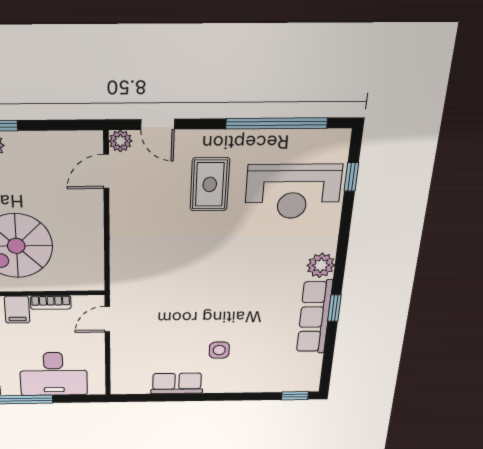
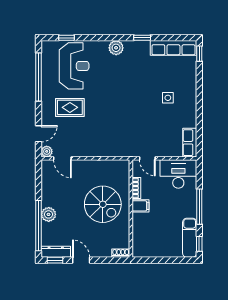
row of seats: (314, 317) -> (173, 48), moved
desk: (54, 374) -> (178, 174), moved, turned -90
row of seats: (177, 383) -> (190, 143), moved

